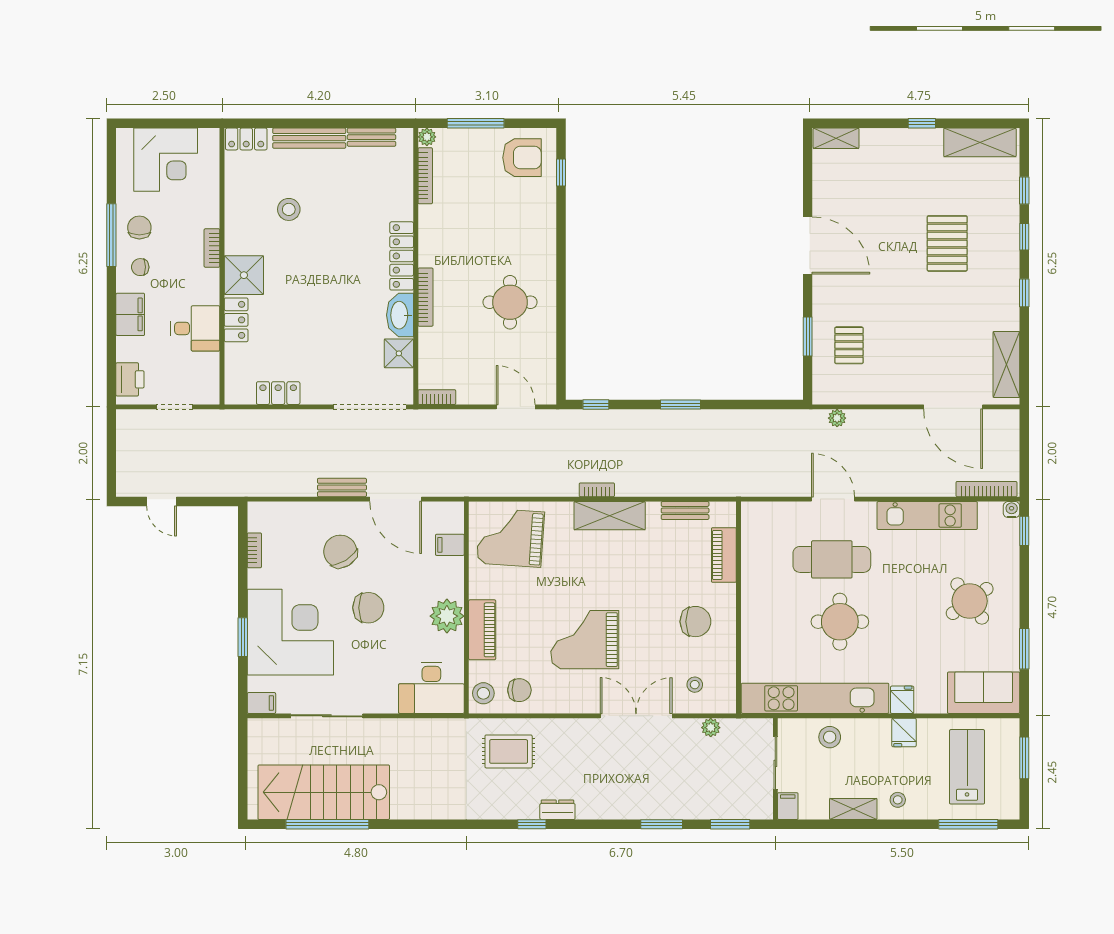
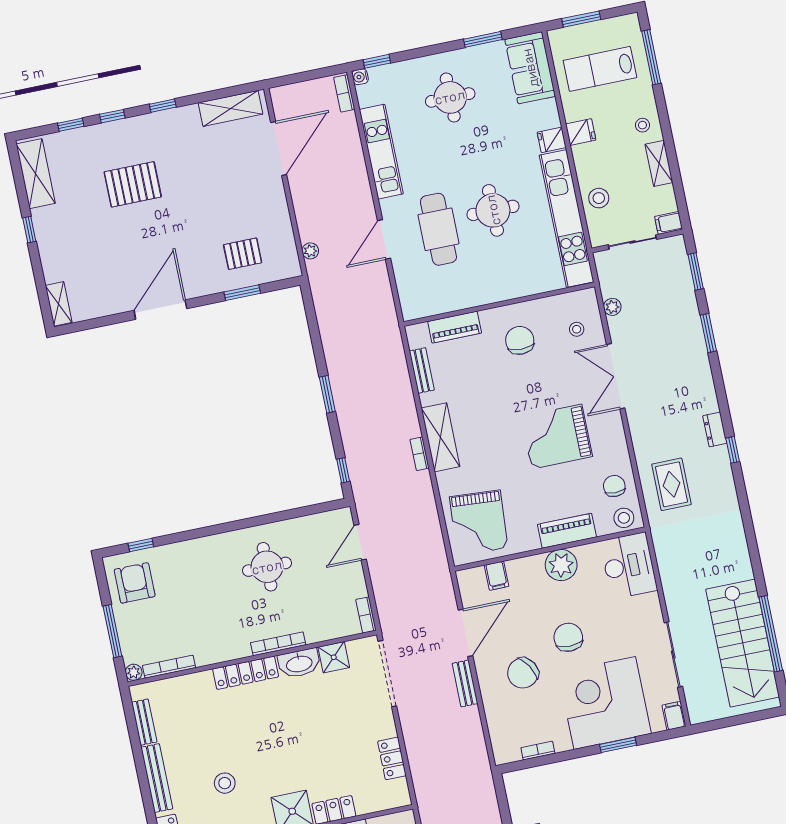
bookcase: (986, 489) -> (344, 93), width x0.64
round table: (970, 601) -> (450, 97), turned 36
grand piano: (585, 640) -> (557, 437), turned 90

